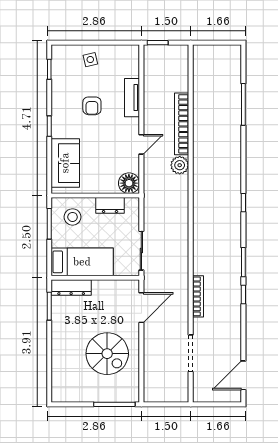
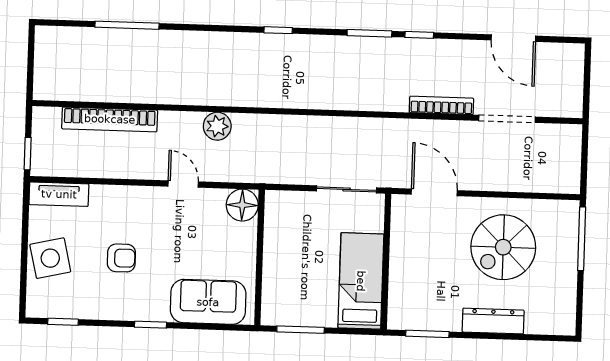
side table: (90, 60) -> (50, 258), width x1.87, depth x1.87
tv unit: (132, 98) -> (59, 194), moved
bookcase: (182, 124) -> (110, 119), moved
dresser: (110, 205) -> (275, 235), removed
stool: (73, 217) -> (291, 294), removed
dresser: (71, 288) -> (493, 321), moved, turned -90
bookcase: (198, 296) -> (441, 105), moved
spiral stairs: (107, 354) -> (503, 247), turned 180
door: (243, 375) -> (513, 38), moved

